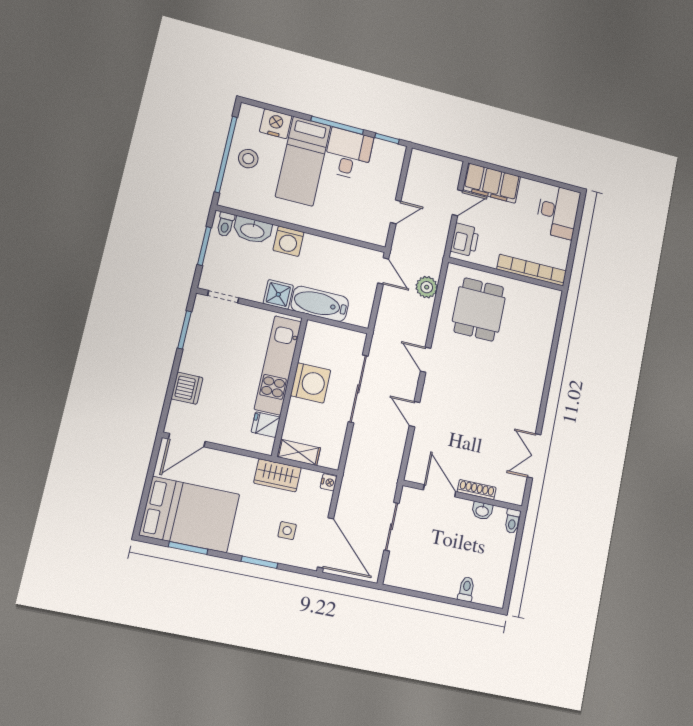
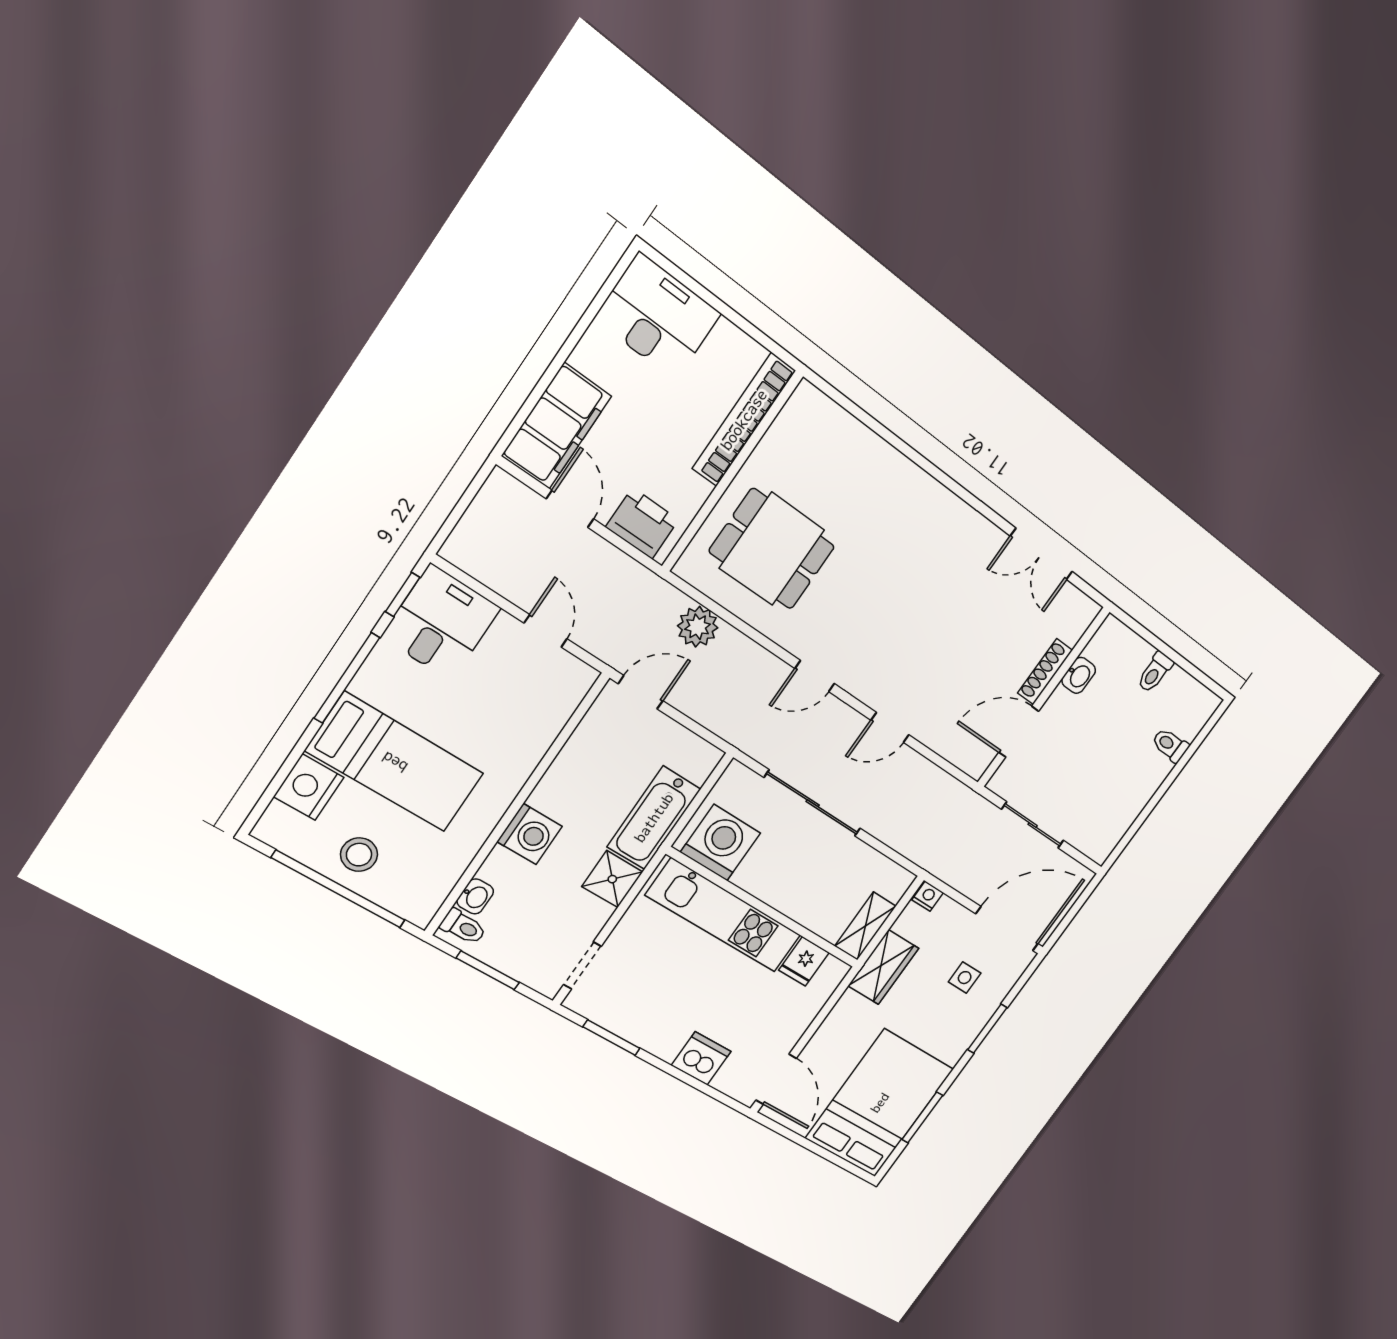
desk: (348, 154) -> (441, 623), moved, turned 90
washbasin: (252, 230) -> (475, 896), width x0.52, depth x0.69
washing machine: (311, 383) -> (720, 843), moved
toilet: (512, 521) -> (1155, 672), moved, turned 90

